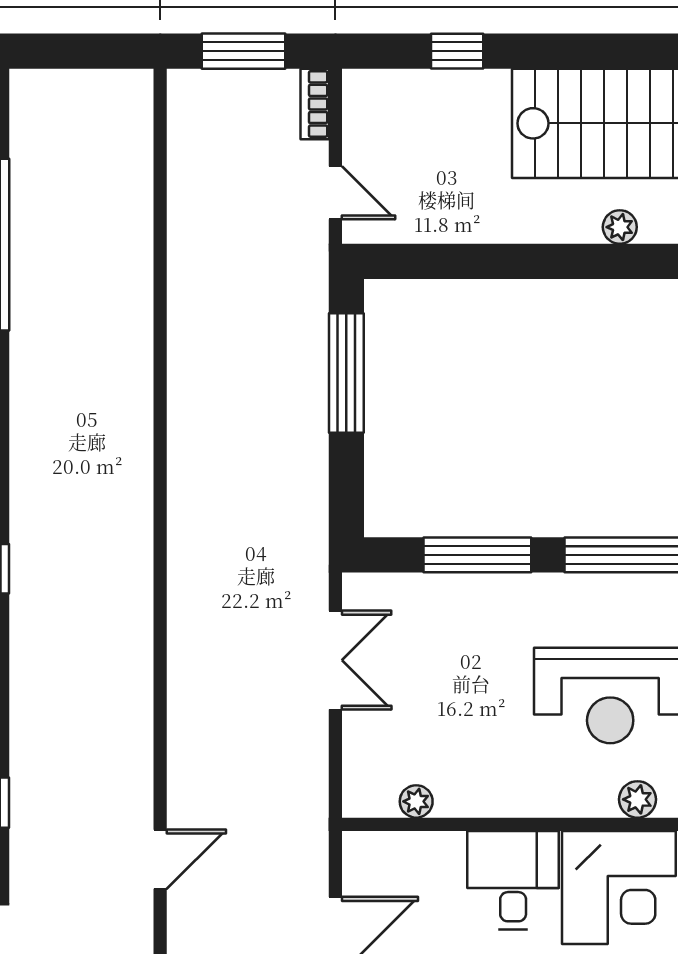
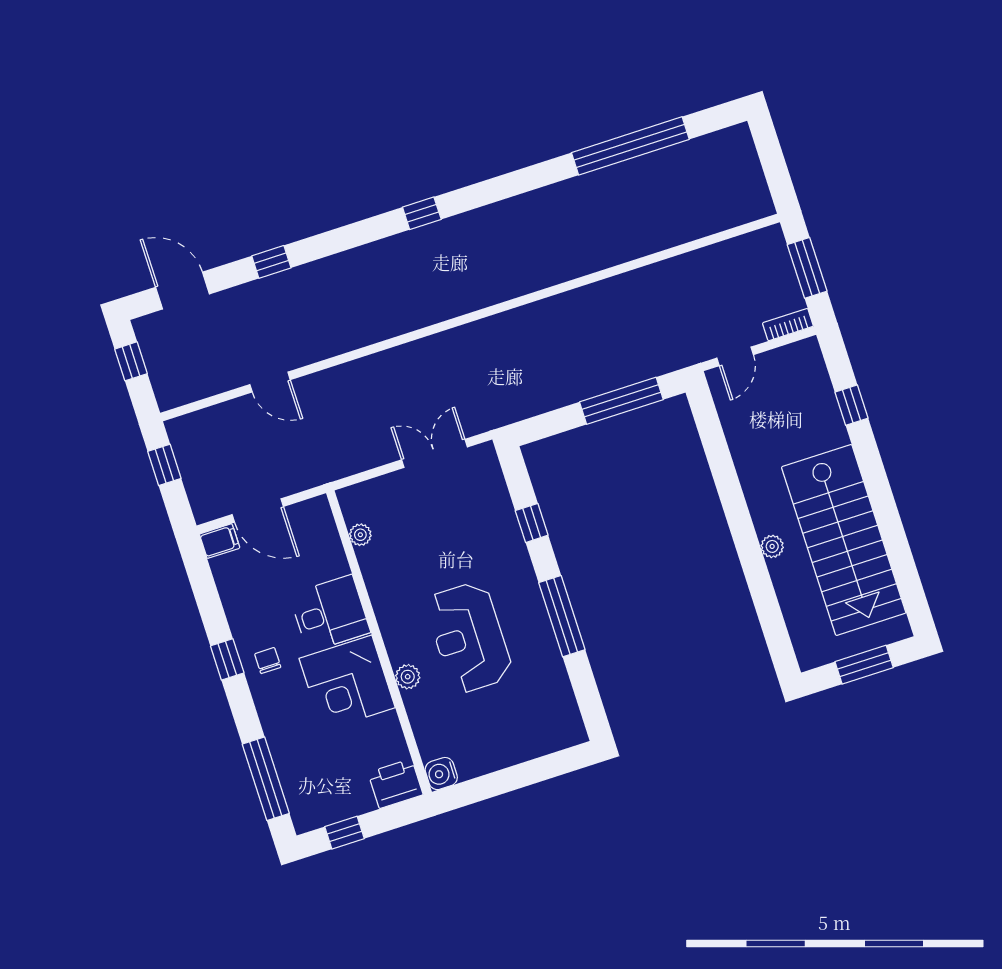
window: (477, 555) -> (532, 523), width x0.46
double door: (335, 660) -> (434, 453), swing flipped

